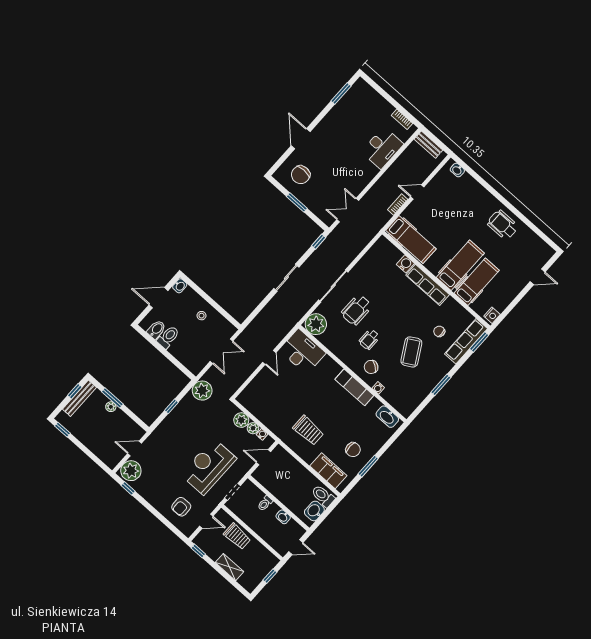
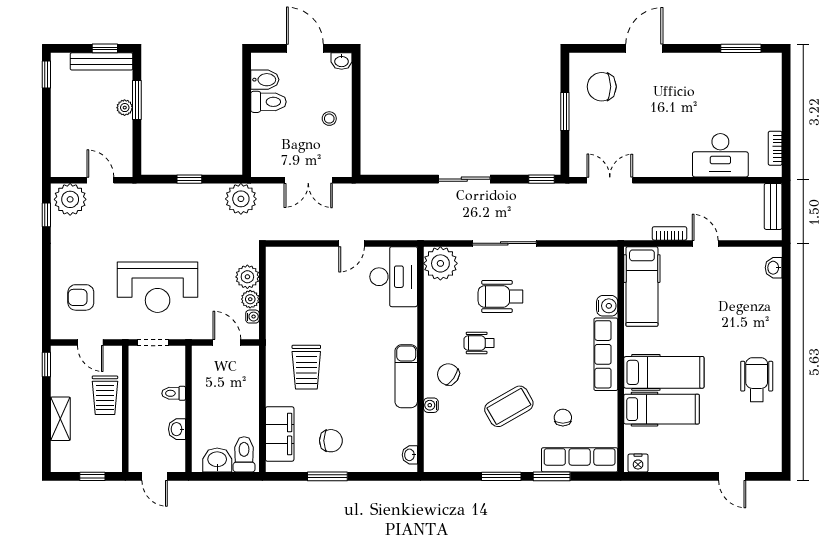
window: (479, 342) -> (552, 476), moved
washbasin: (387, 417) -> (410, 455), width x0.52, depth x0.69
chair: (353, 450) -> (331, 441), turned -90
reception desk: (209, 467) -> (158, 287), turned 180

